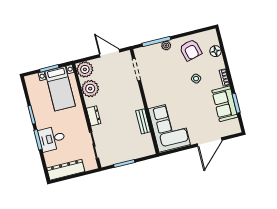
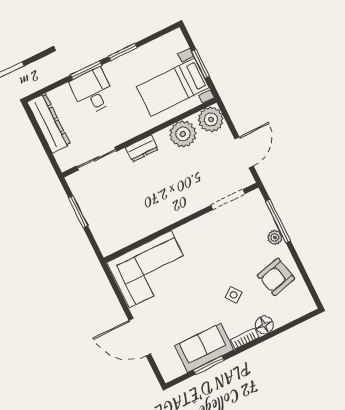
floor lamp: (216, 51) -> (264, 325), moved
bench: (143, 121) -> (150, 227), removed

